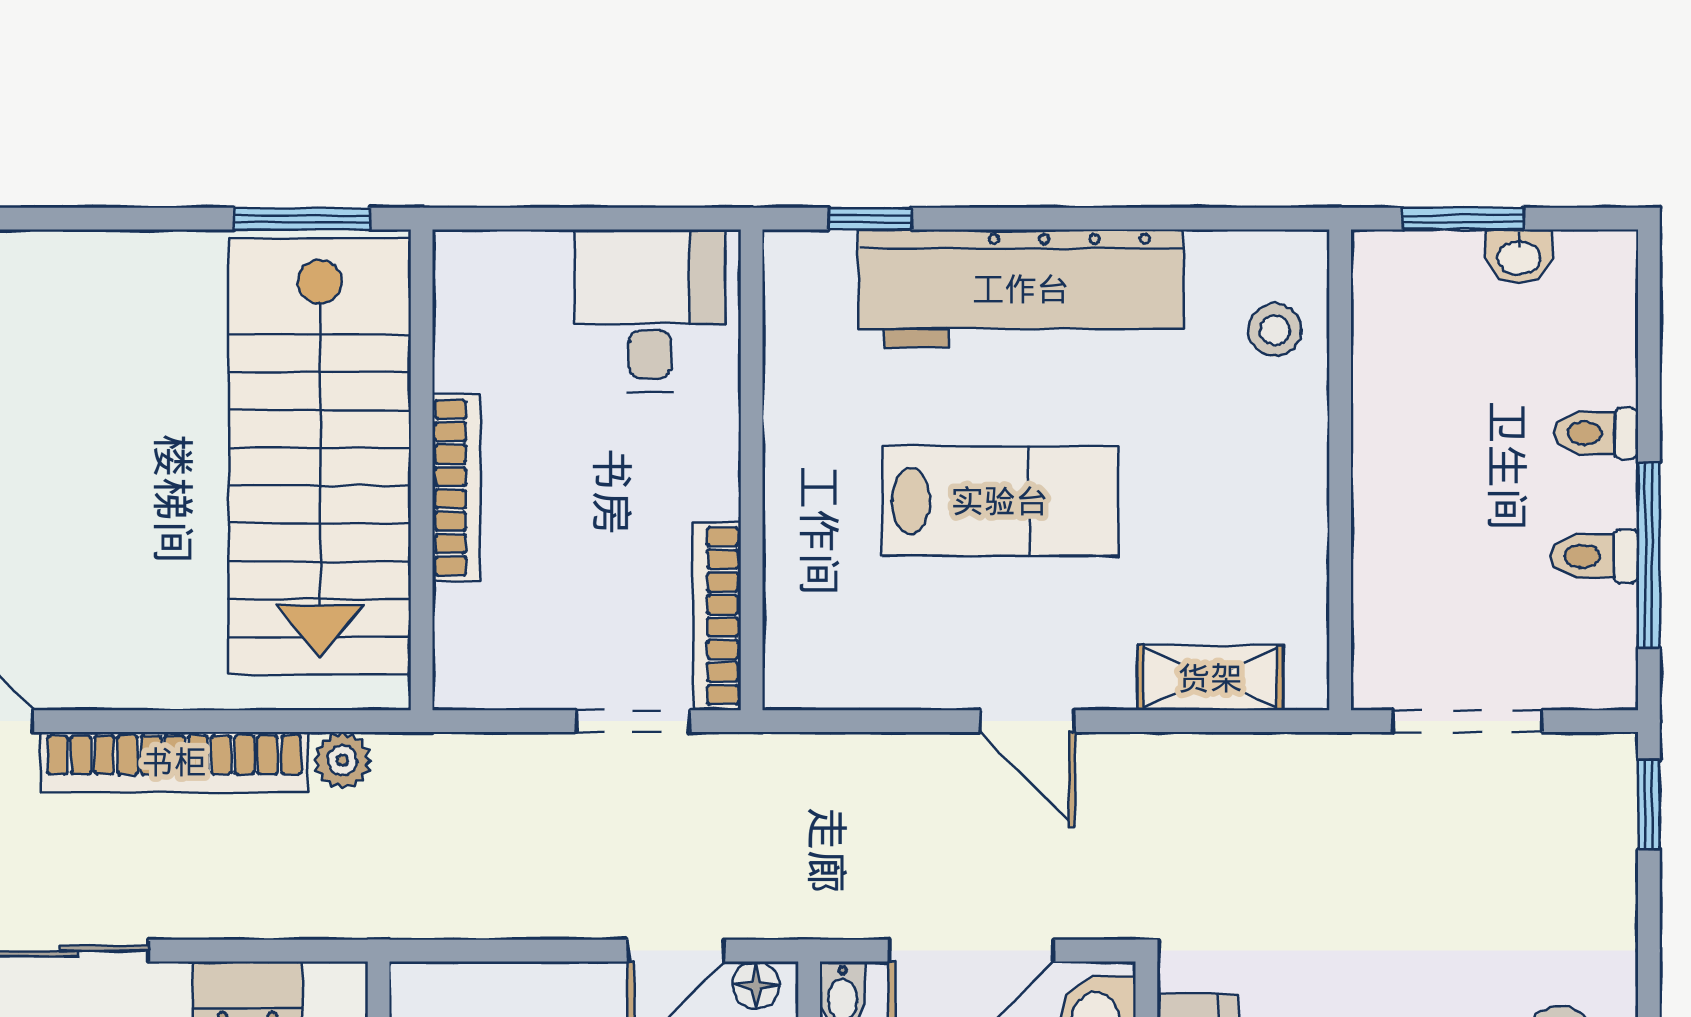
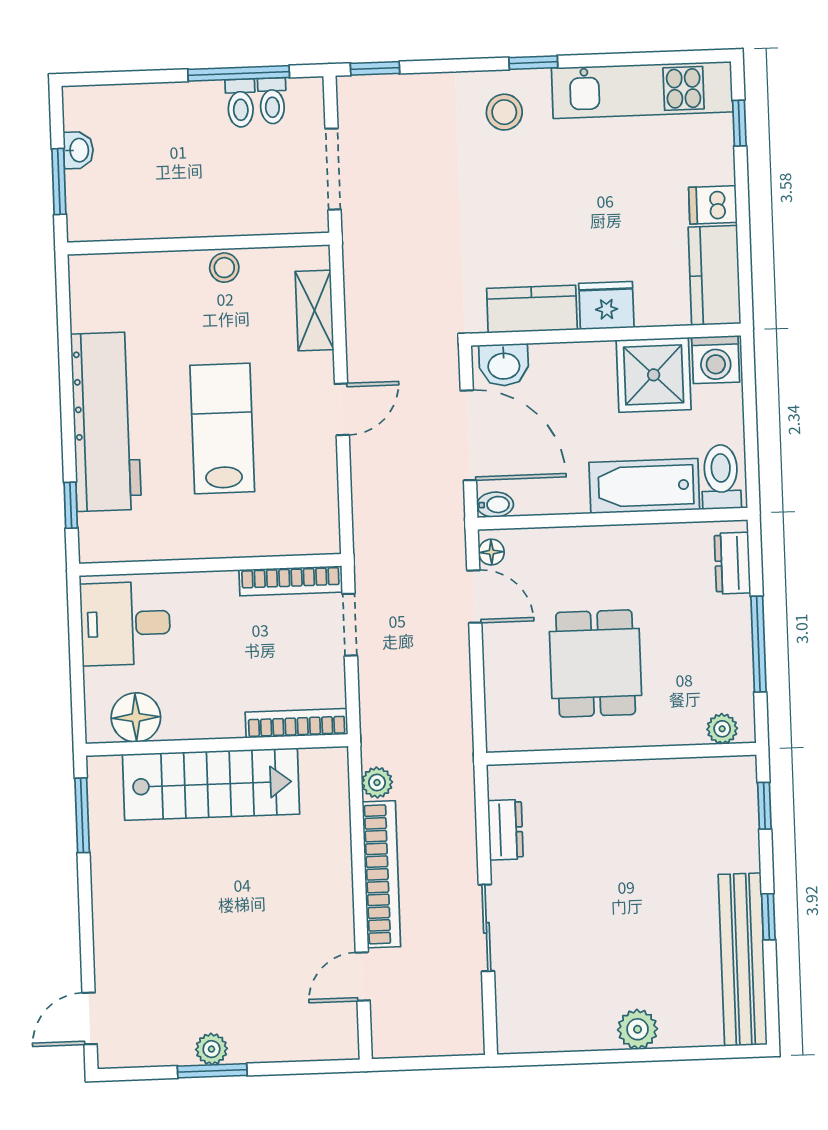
floor lamp: (478, 324) -> (136, 717), added
stool: (1275, 330) -> (224, 268), moved
toilet: (1596, 433) -> (272, 101), moved
stairs: (320, 457) -> (211, 784), width x0.73, depth x0.66
bookcase: (456, 488) -> (297, 723), moved

